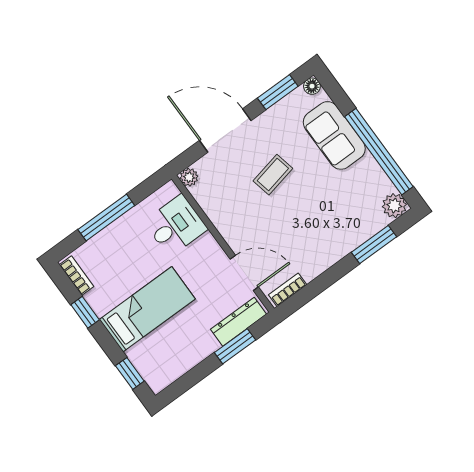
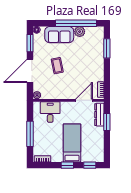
plant: (394, 206) -> (80, 32), moved
window: (85, 312) -> (67, 165), moved

